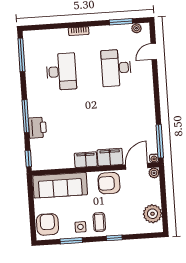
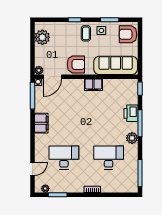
desk: (116, 68) -> (64, 158), turned -90
desk: (61, 72) -> (109, 158), turned 90
plant: (34, 97) -> (132, 138), added
filing cabinet: (110, 157) -> (41, 123), moved, turned -90
armchair: (47, 224) -> (128, 34), turned 90

